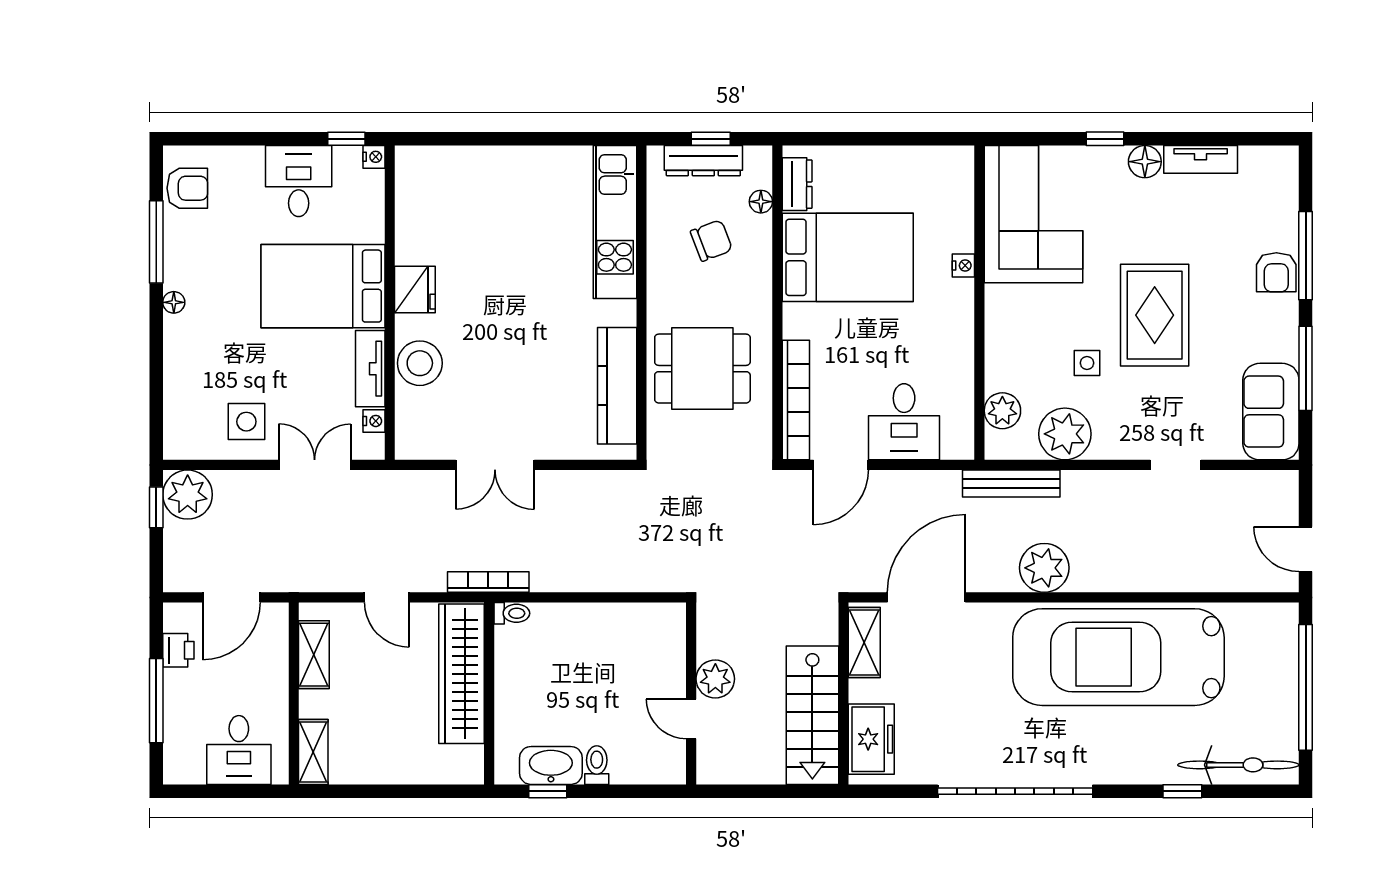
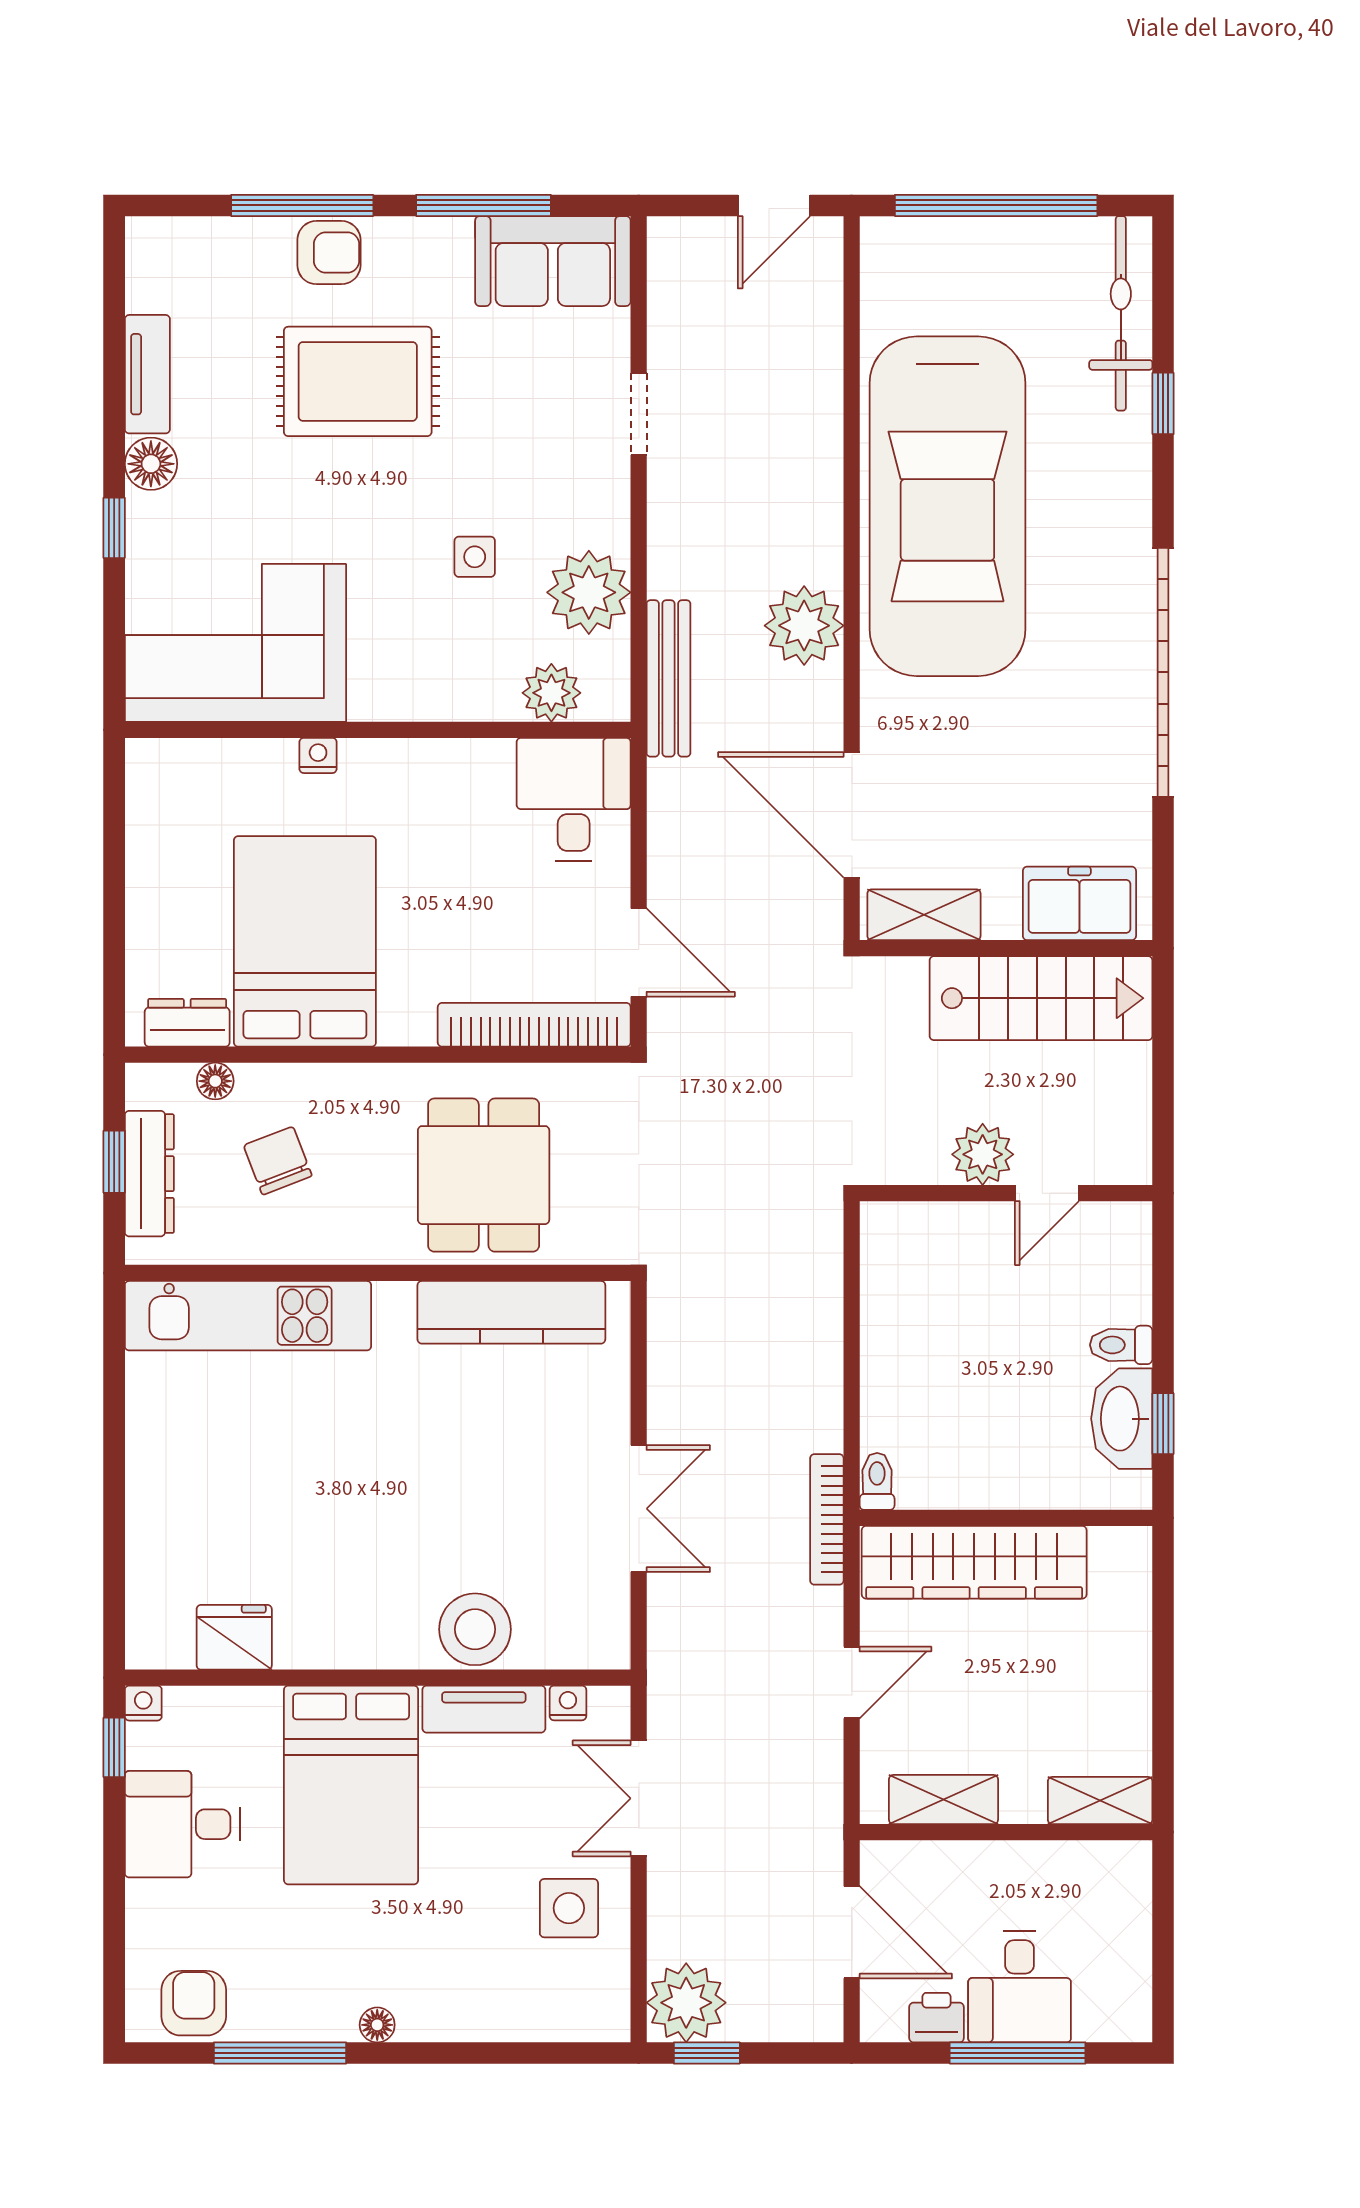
fridge: (415, 290) -> (234, 1637), moved
rug: (1155, 315) -> (358, 381), moved
desk: (904, 422) -> (574, 799), moved, turned -90
desk: (239, 750) -> (1020, 1987), moved, turned 90

